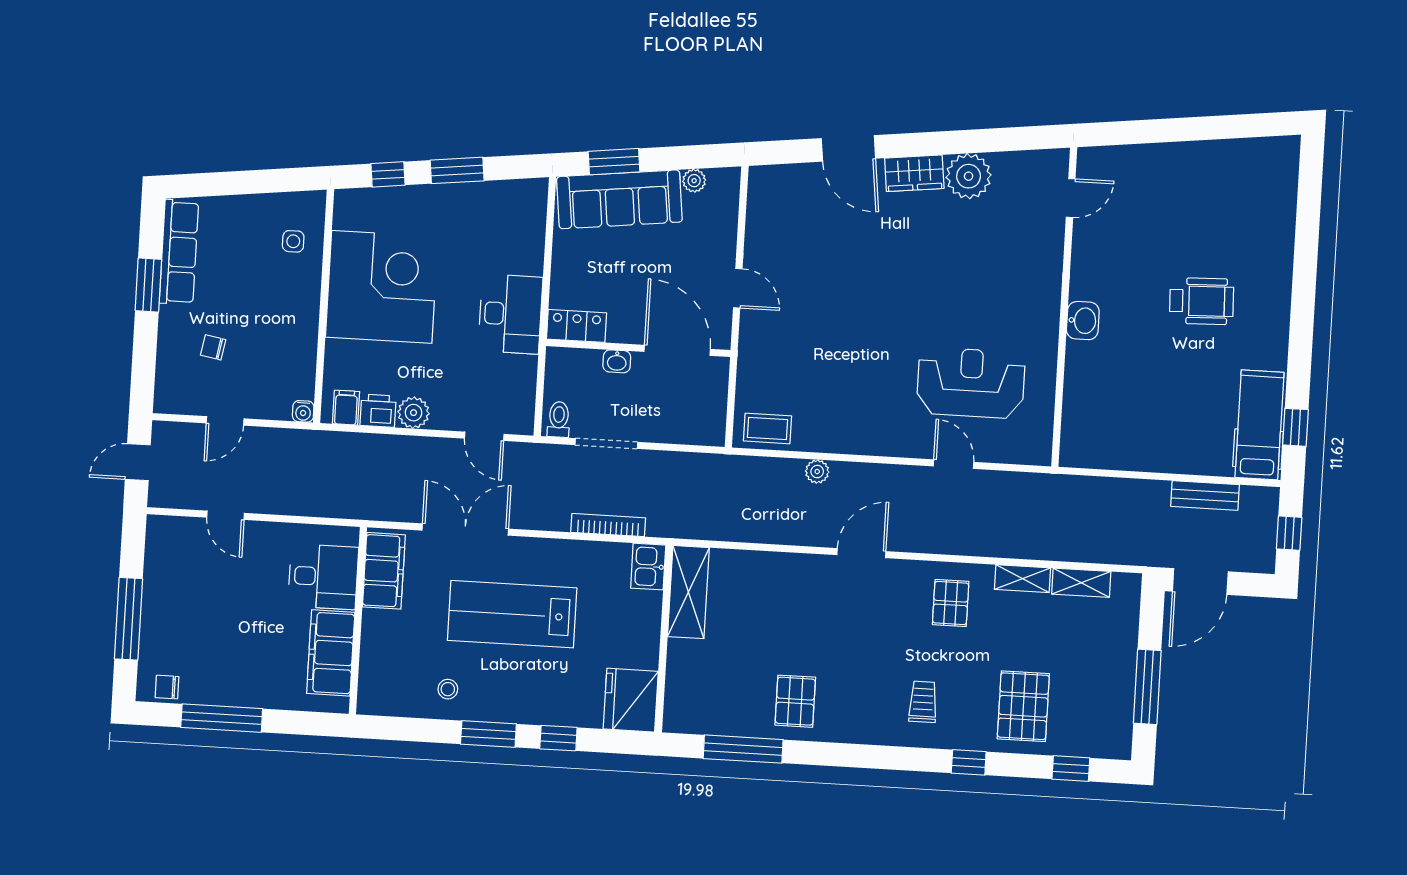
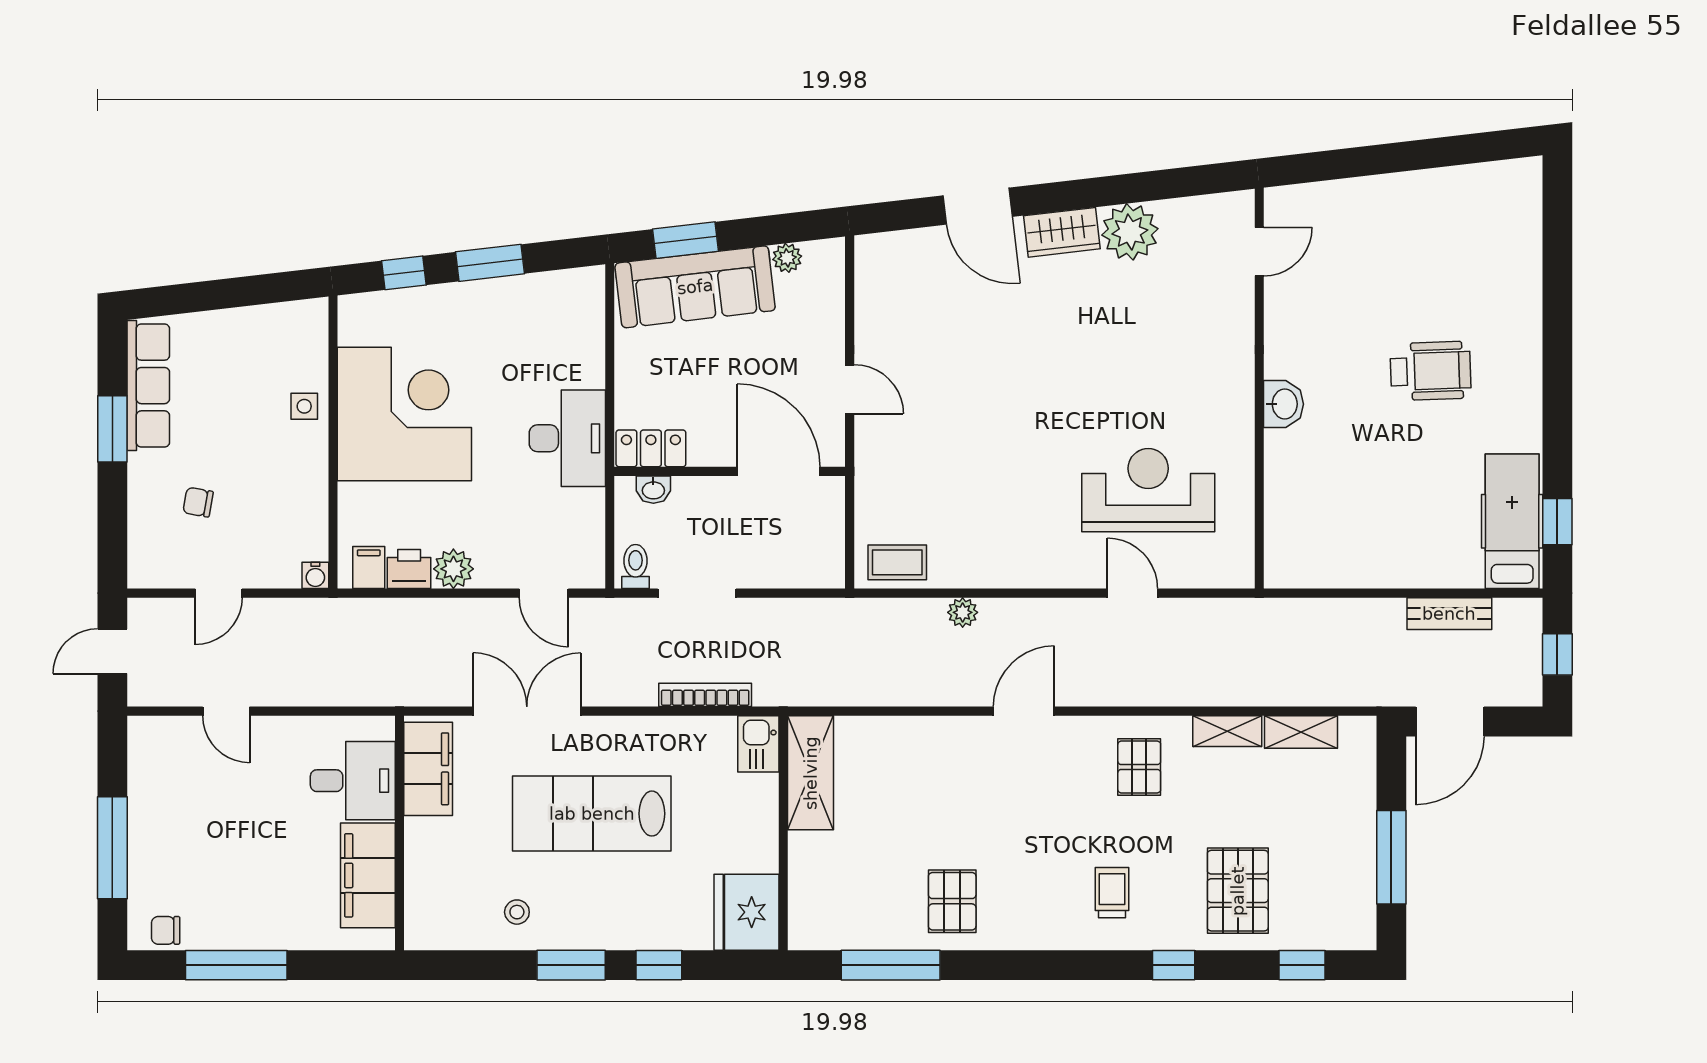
side table: (293, 241) -> (304, 406), moved
washbasin: (617, 361) -> (653, 490), moved

